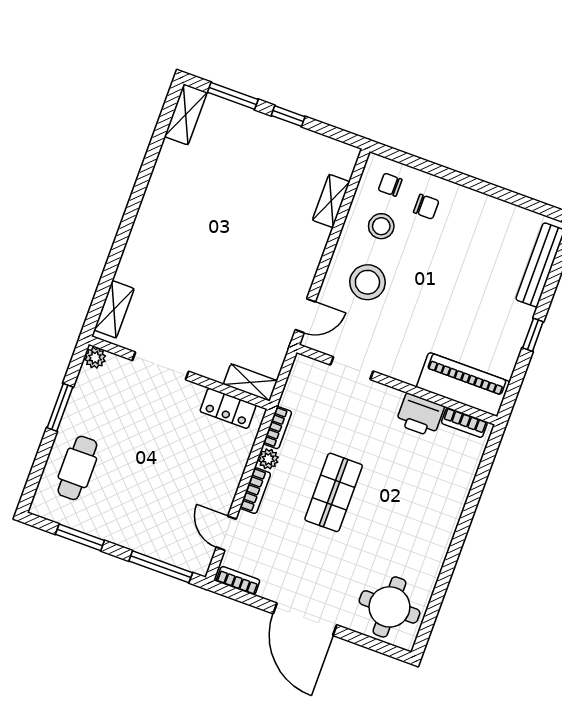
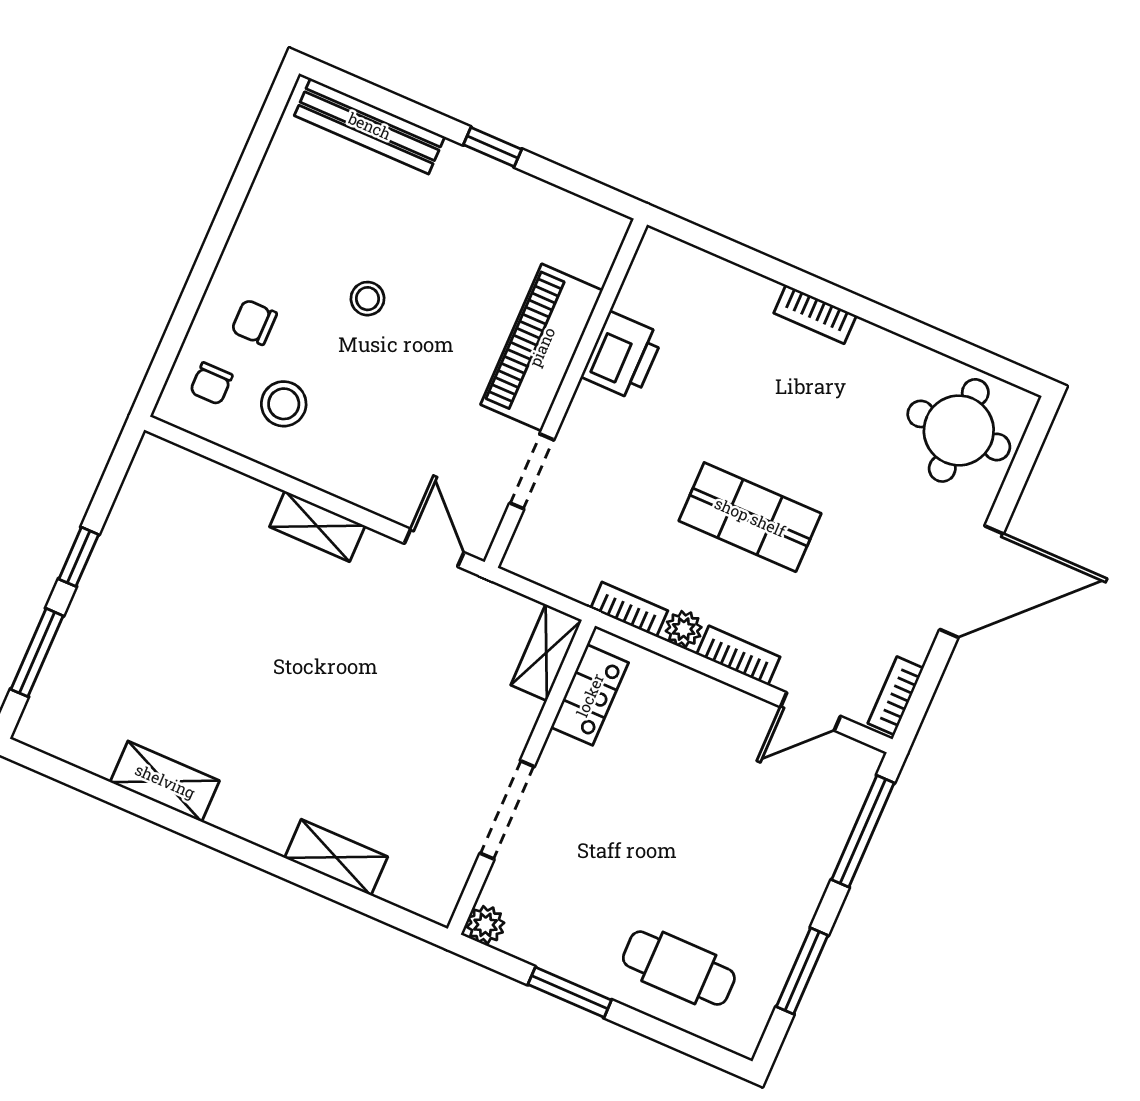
shelving: (186, 114) -> (165, 781), moved
shelving: (331, 201) -> (317, 526), moved
chair: (426, 207) -> (254, 322), turned -90
stool: (367, 282) -> (367, 299), moved, width x0.53, depth x0.53
shelving: (114, 309) -> (336, 857), moved
piano: (463, 384) -> (542, 347), moved
bookcase: (464, 423) -> (815, 314), moved, turned 90

